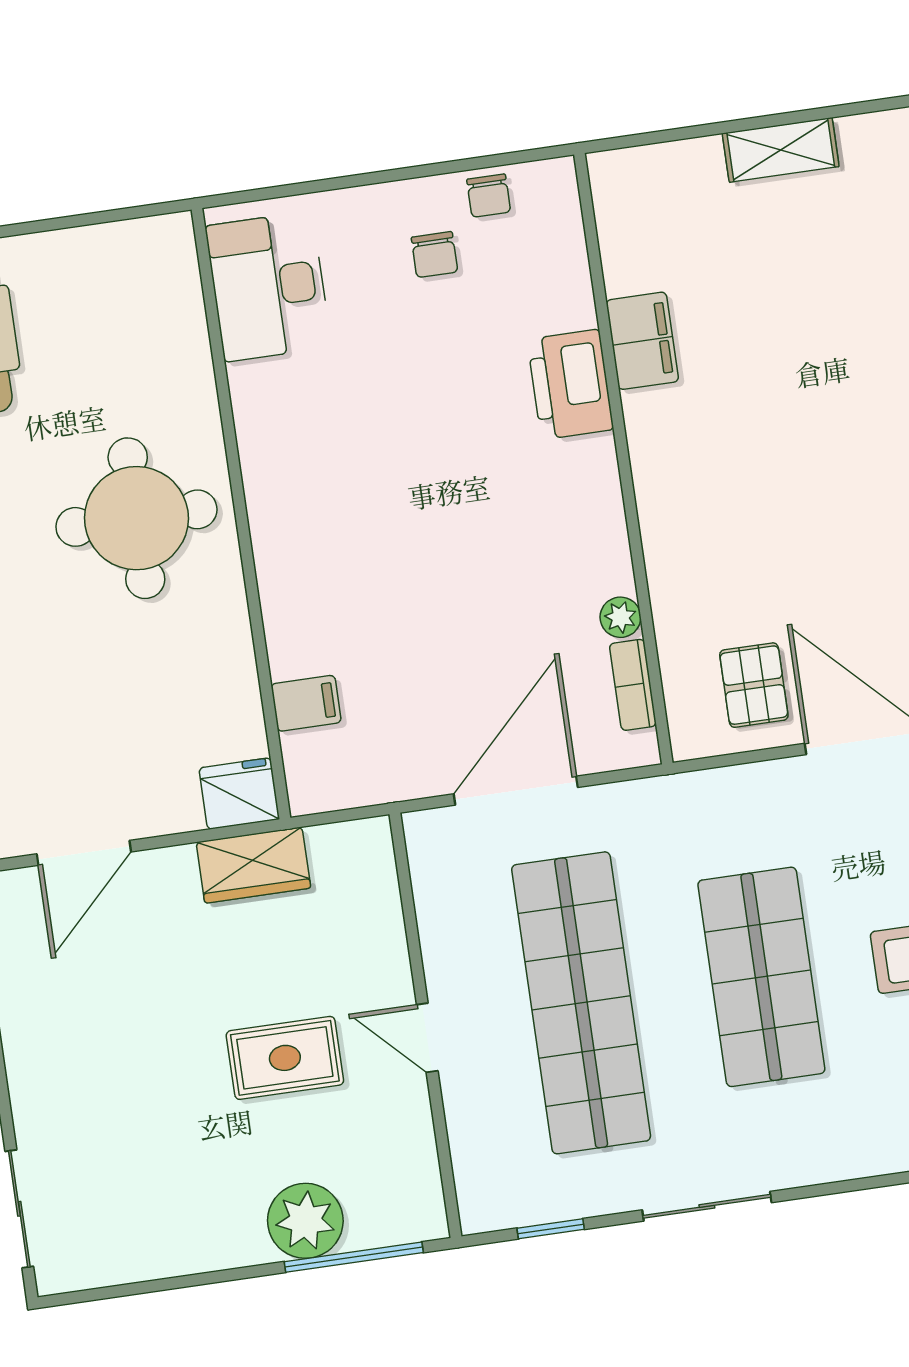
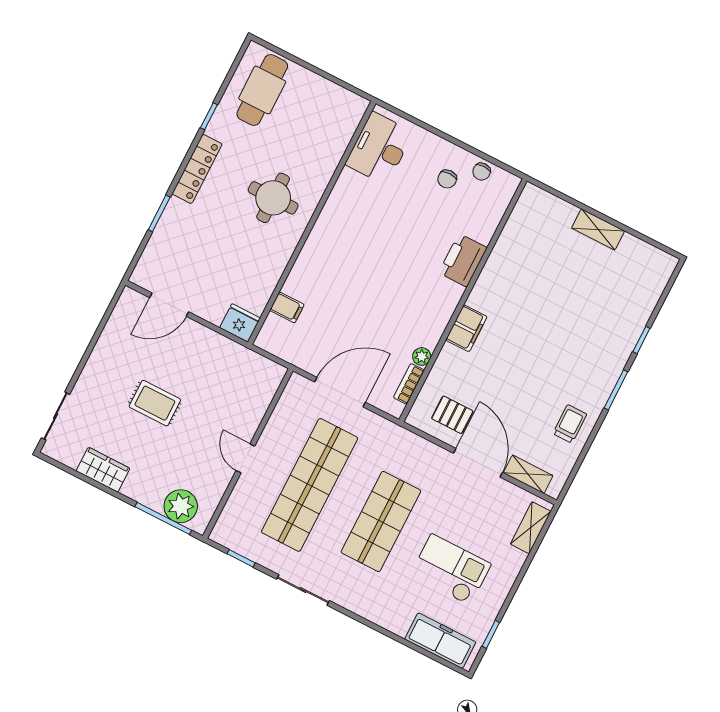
filing cabinet: (642, 341) -> (466, 328), moved
round table: (136, 518) -> (273, 198), width x0.73, depth x0.73
pallet: (754, 685) -> (452, 415), turned 90
wardrobe: (253, 865) -> (103, 470), moved, turned 180
rug: (285, 1058) -> (155, 403), moved
plant: (305, 1221) -> (181, 506), moved

